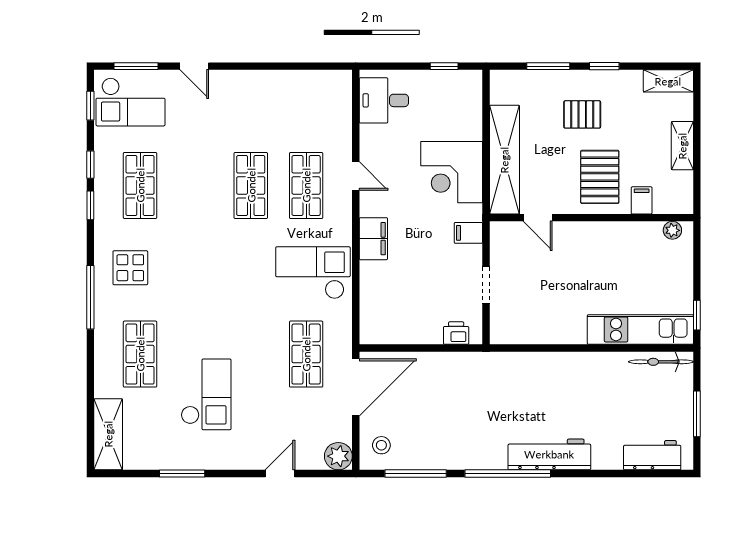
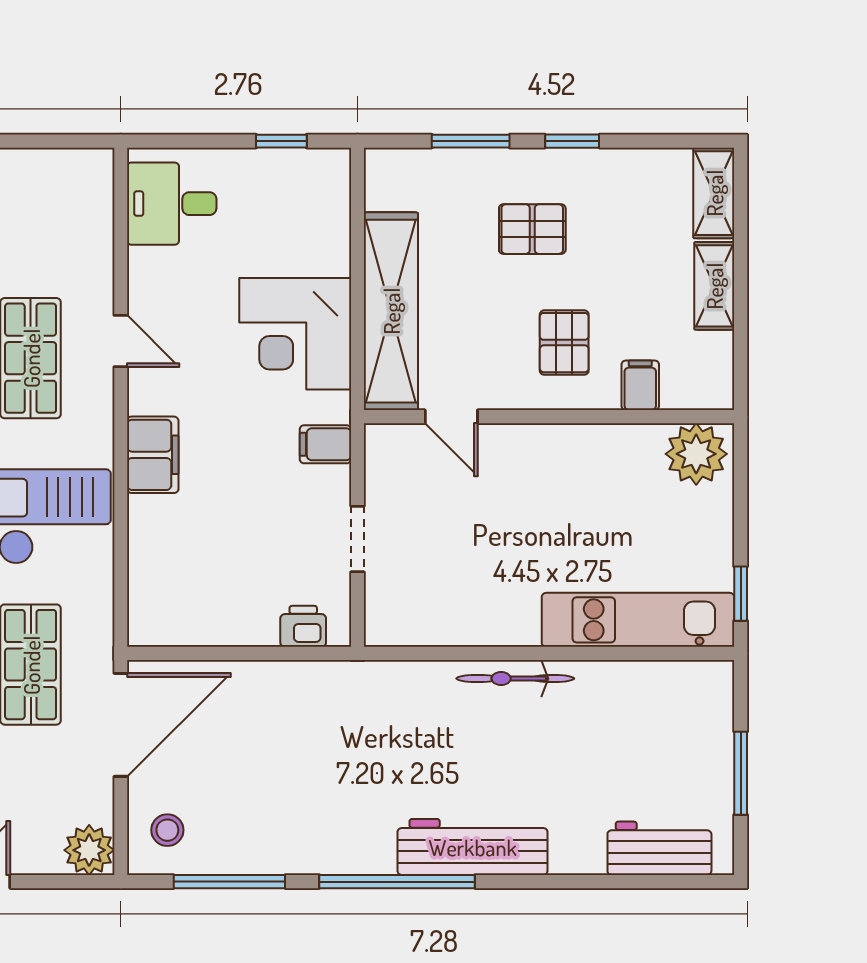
shelving: (668, 81) -> (714, 193), moved, turned 90
pallet: (600, 177) -> (564, 343), width x0.67, depth x0.71
plant: (672, 230) -> (696, 454), width x1.88, depth x1.88
bicycle: (661, 362) -> (515, 679), moved

